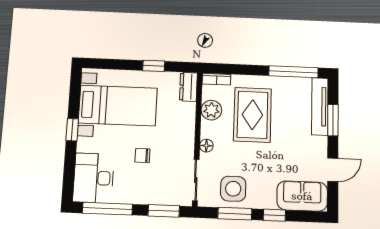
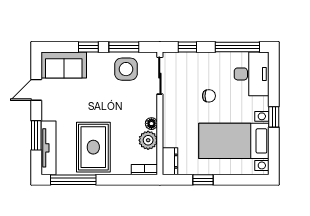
rug: (252, 115) -> (93, 147), moved
floor lamp: (206, 146) -> (151, 124), moved
window: (164, 211) -> (187, 47), width x0.67

